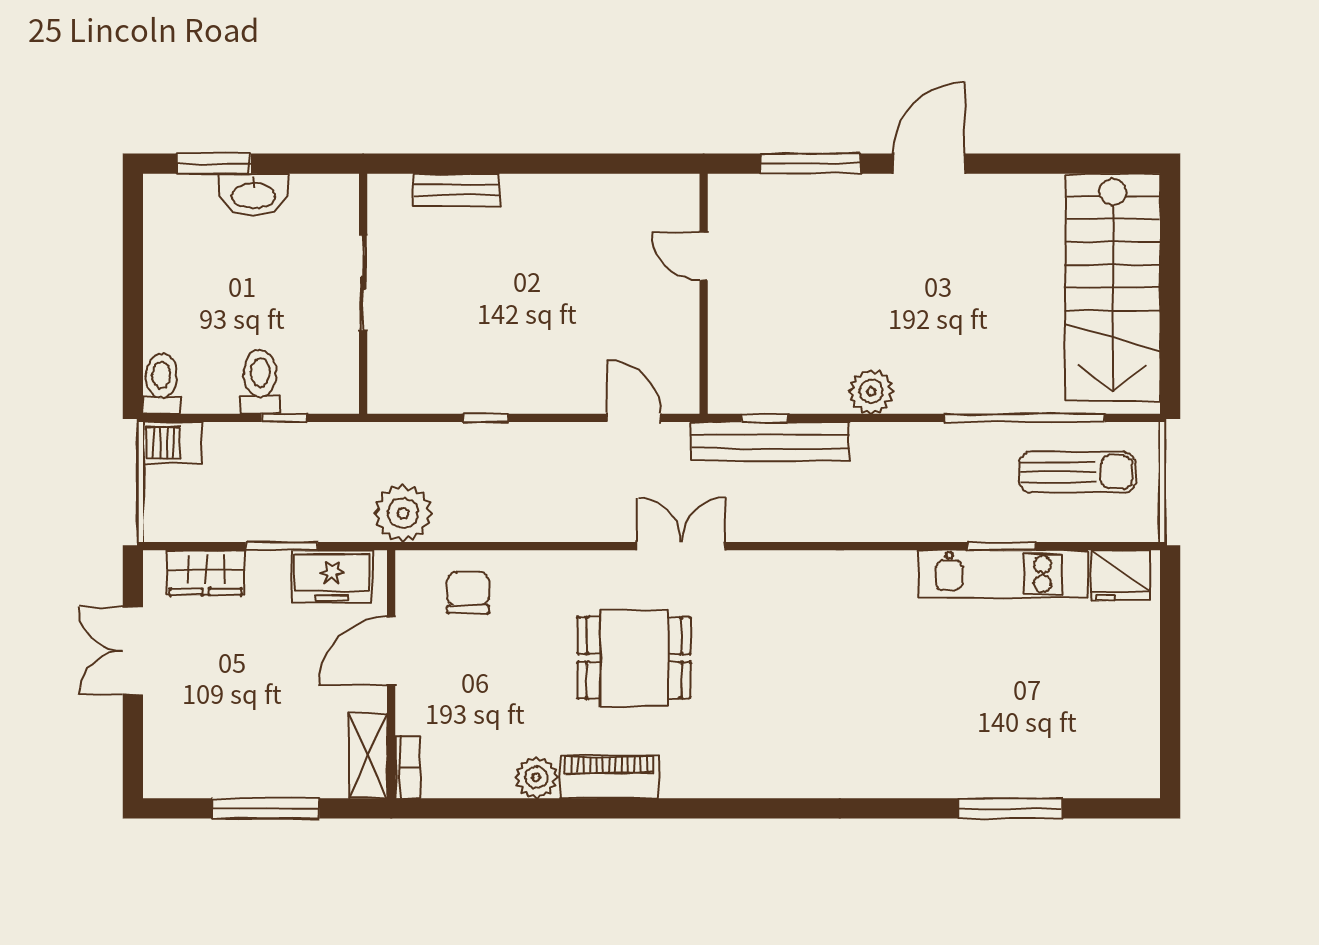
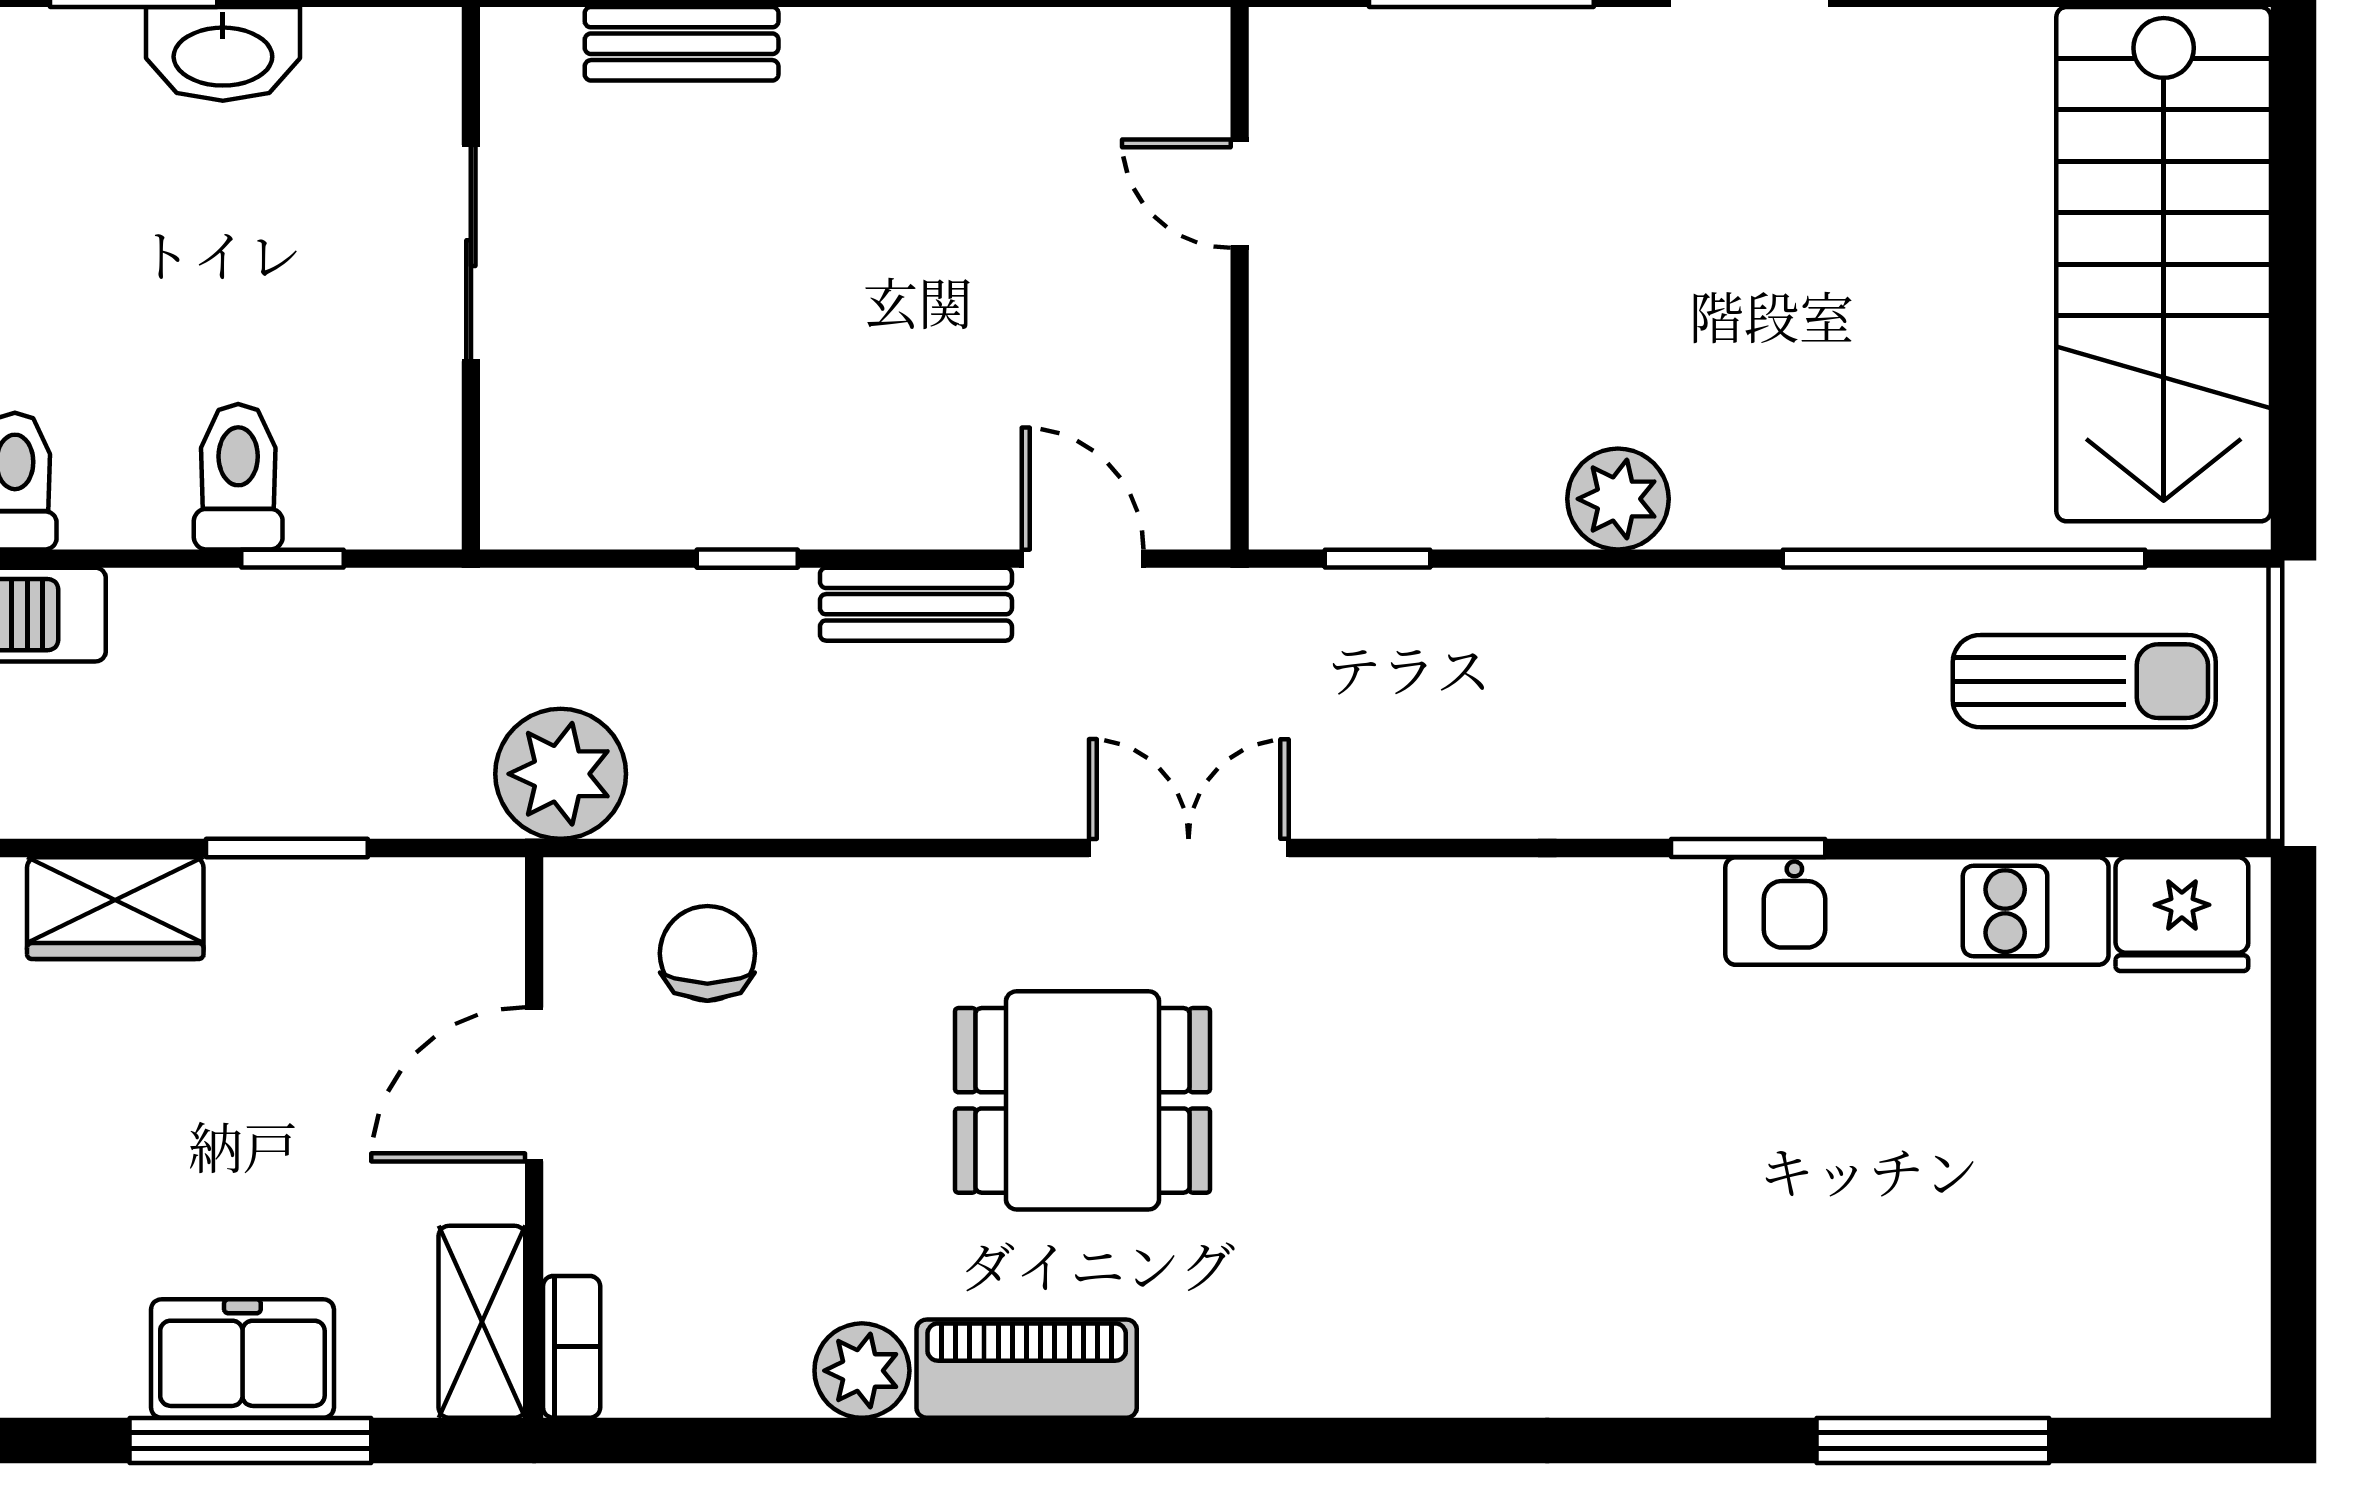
bench: (770, 442) -> (916, 604), moved, width x0.54, depth x0.82
window: (1002, 546) -> (1748, 848), moved
freezer: (332, 576) -> (242, 1359), moved, turned 180

